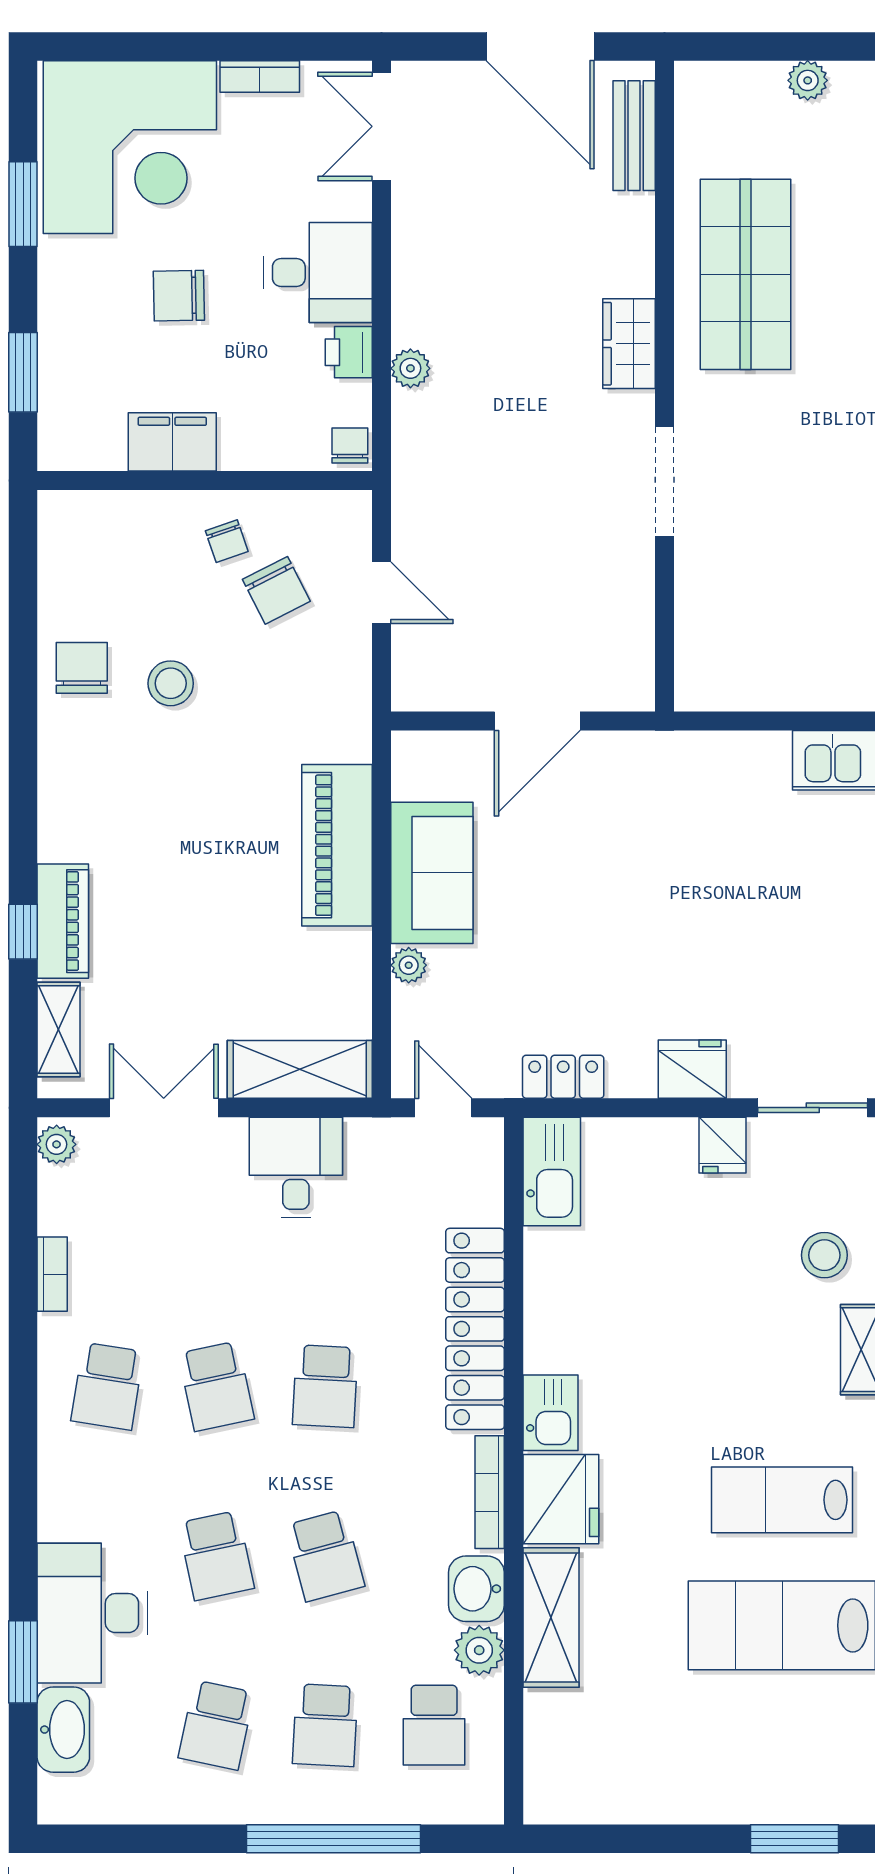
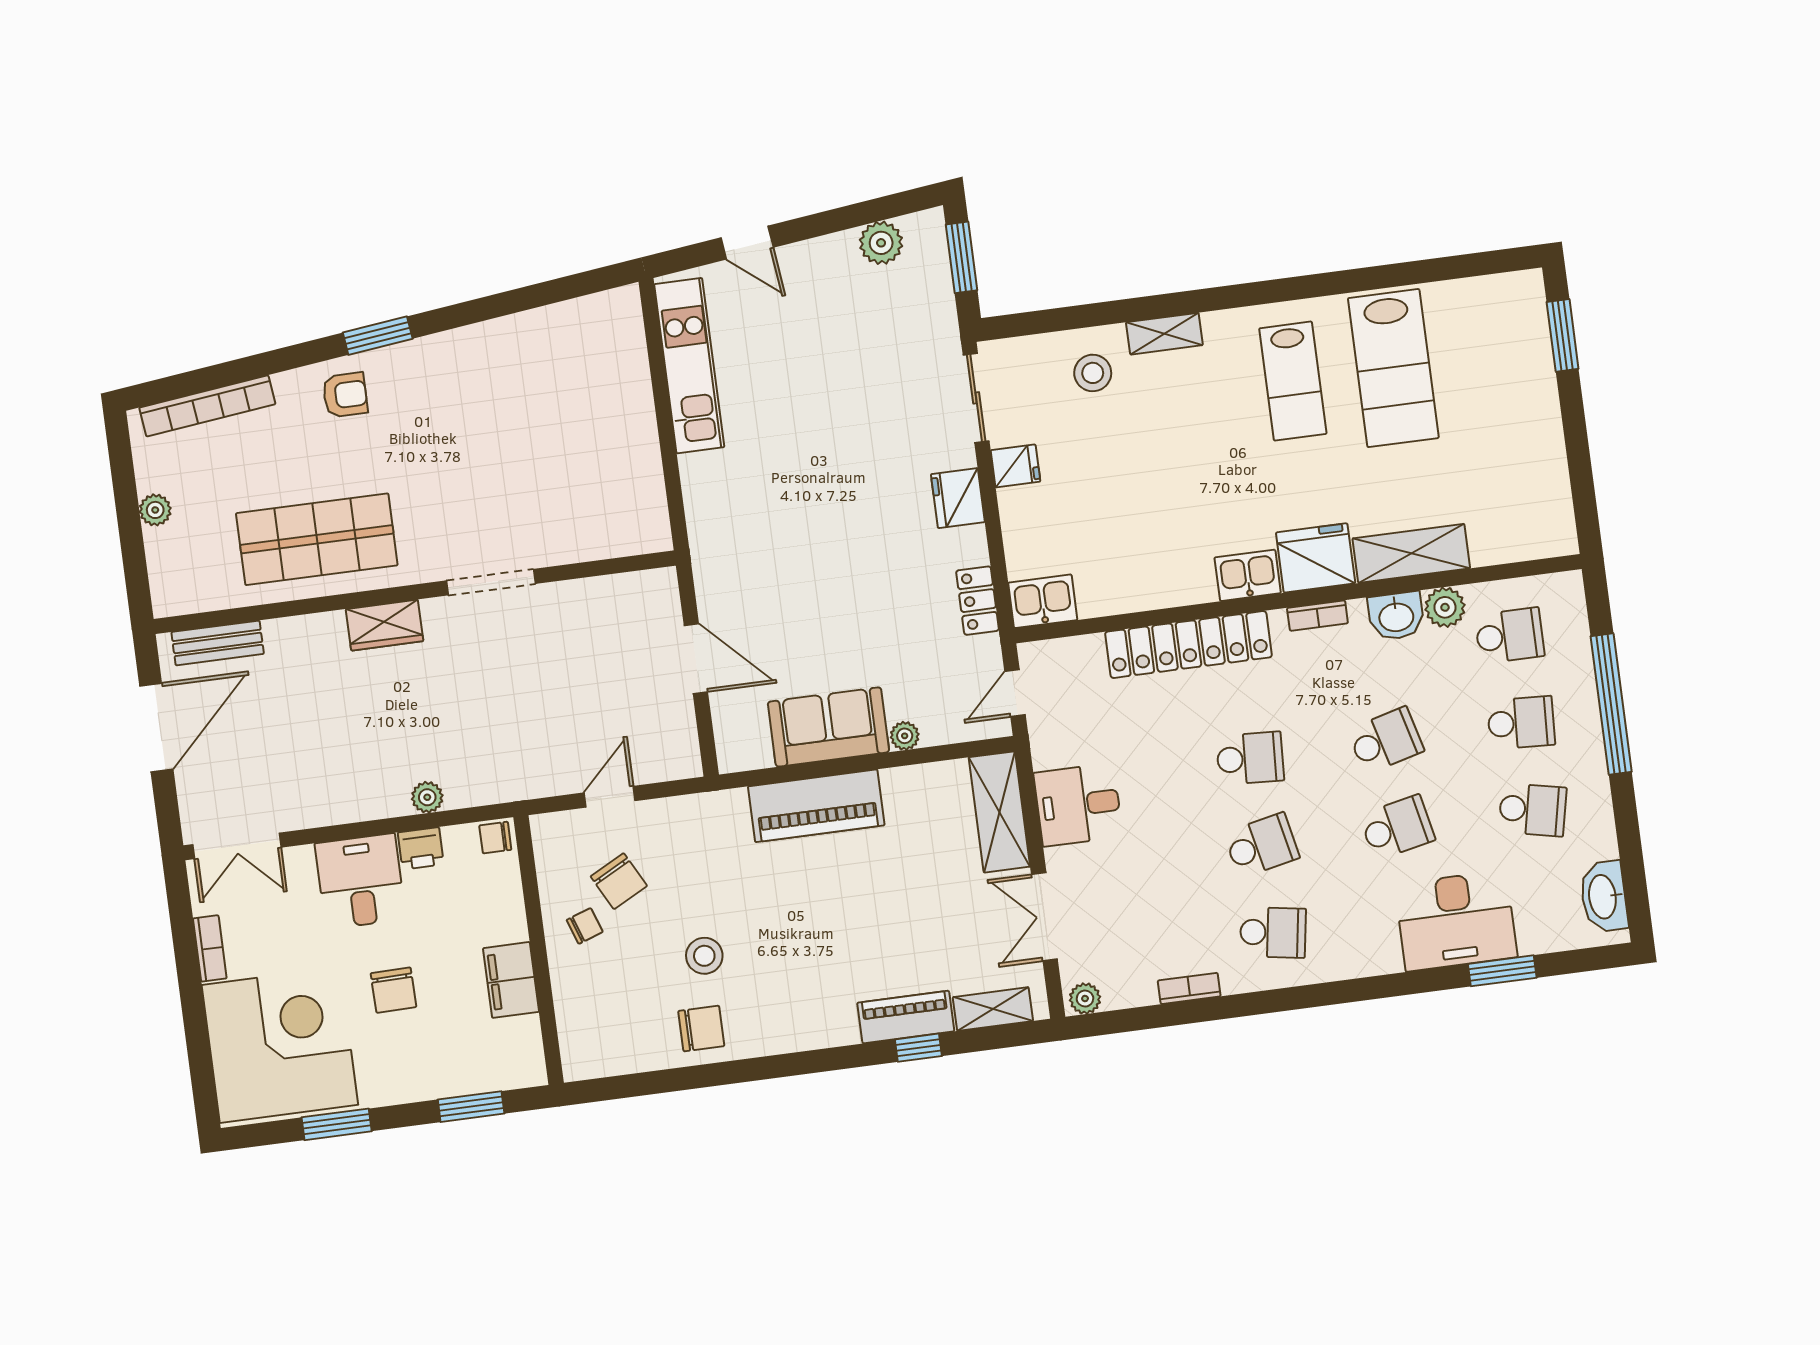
chair: (276, 590) -> (619, 881), turned 89
chair: (82, 668) -> (701, 1029), turned 180
kitchen sink: (552, 1172) -> (1043, 601), width x0.73
bookcase: (490, 1492) -> (1317, 616), width x0.64
washbasin: (63, 1730) -> (1604, 897), moved, turned -90

